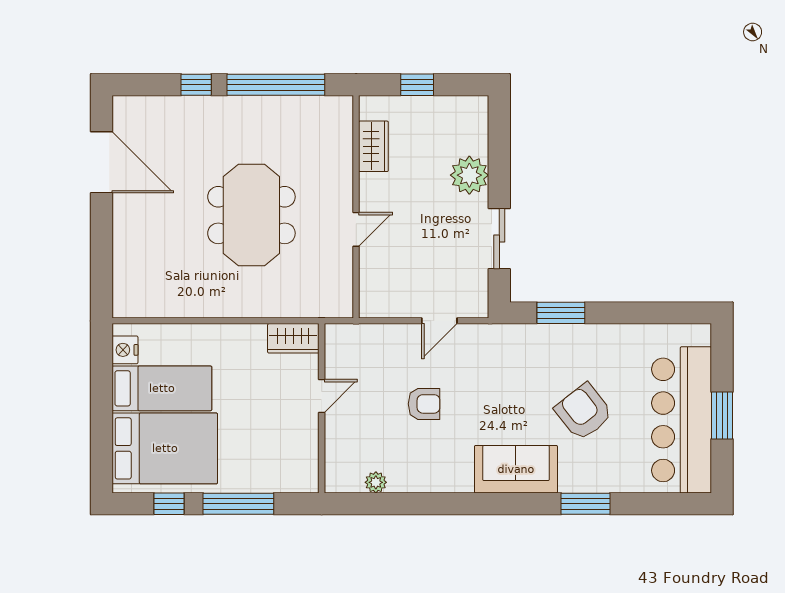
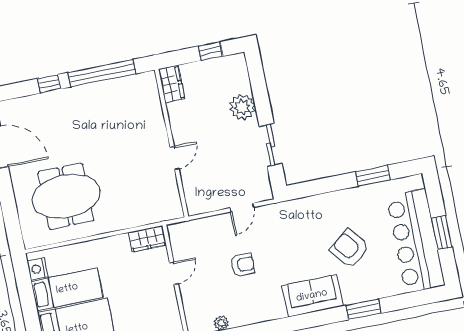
window: (417, 85) -> (210, 51), moved
wardrobe: (373, 146) -> (172, 84), moved
meeting table: (251, 215) -> (66, 196), moved, turned 90
window: (561, 313) -> (373, 176), moved

